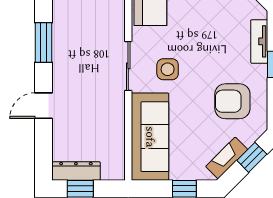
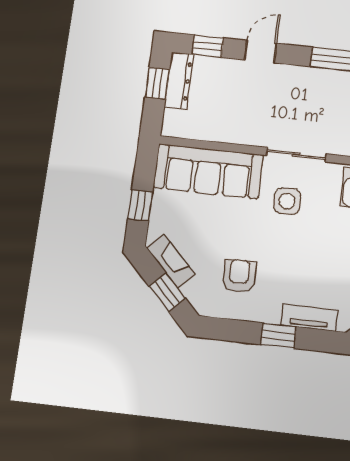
armchair: (232, 101) -> (239, 276), width x0.72, depth x0.72
door: (43, 106) -> (260, 52), hinge flipped
window: (43, 151) -> (208, 46), added

